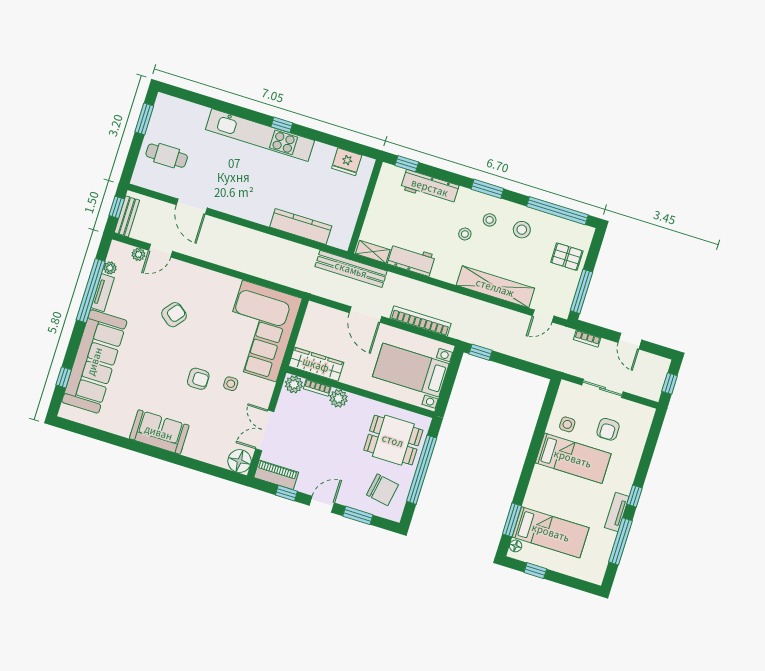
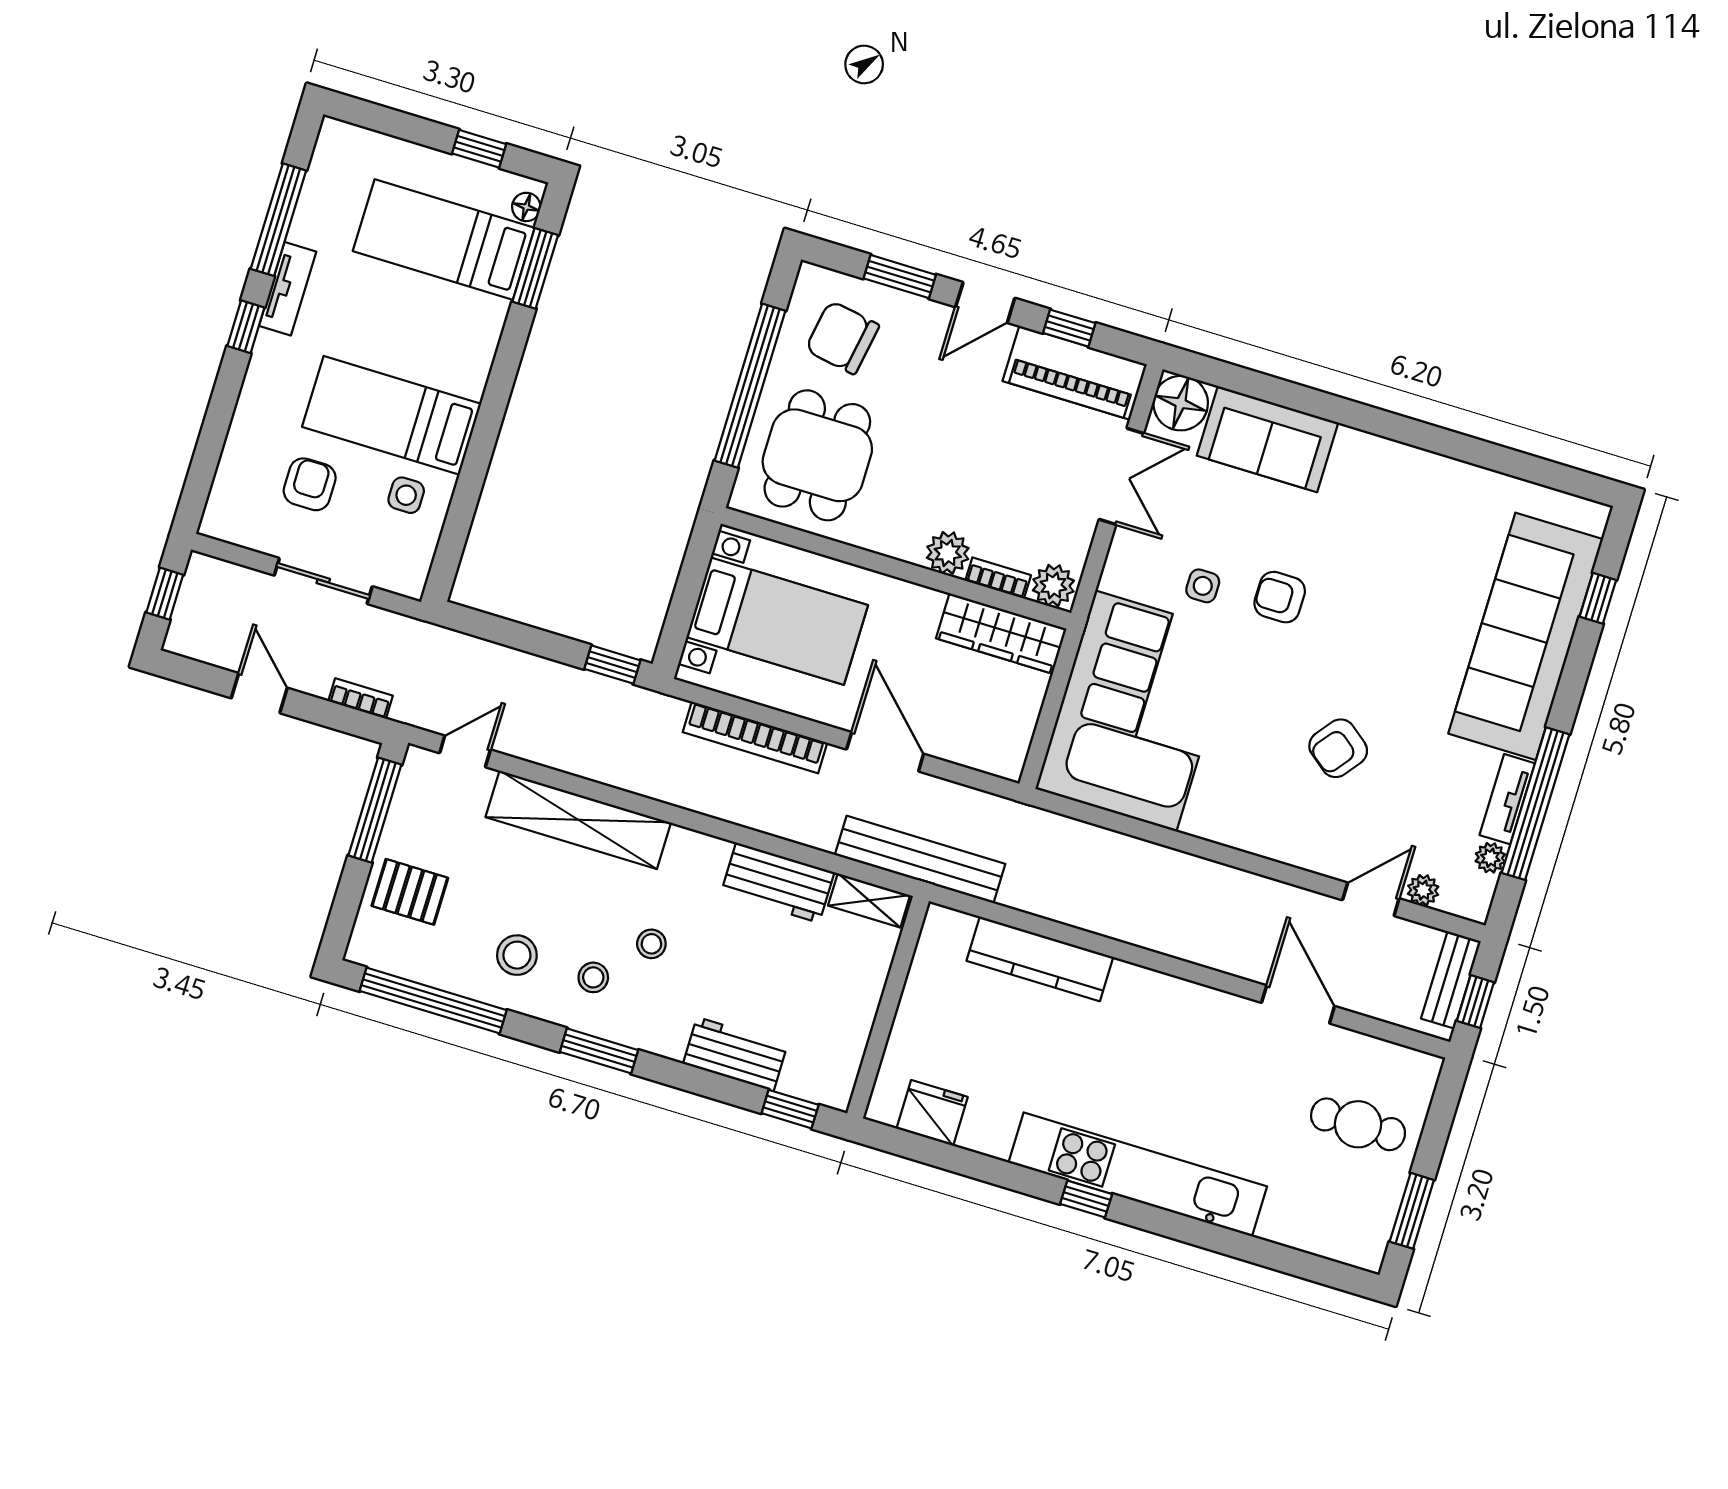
workbench: (430, 187) -> (735, 1054), width x0.73
sofa: (159, 432) -> (1268, 439), moved
dining table: (393, 440) -> (817, 455), turned 90
piano: (276, 475) -> (1075, 373), width x1.37, depth x1.33

